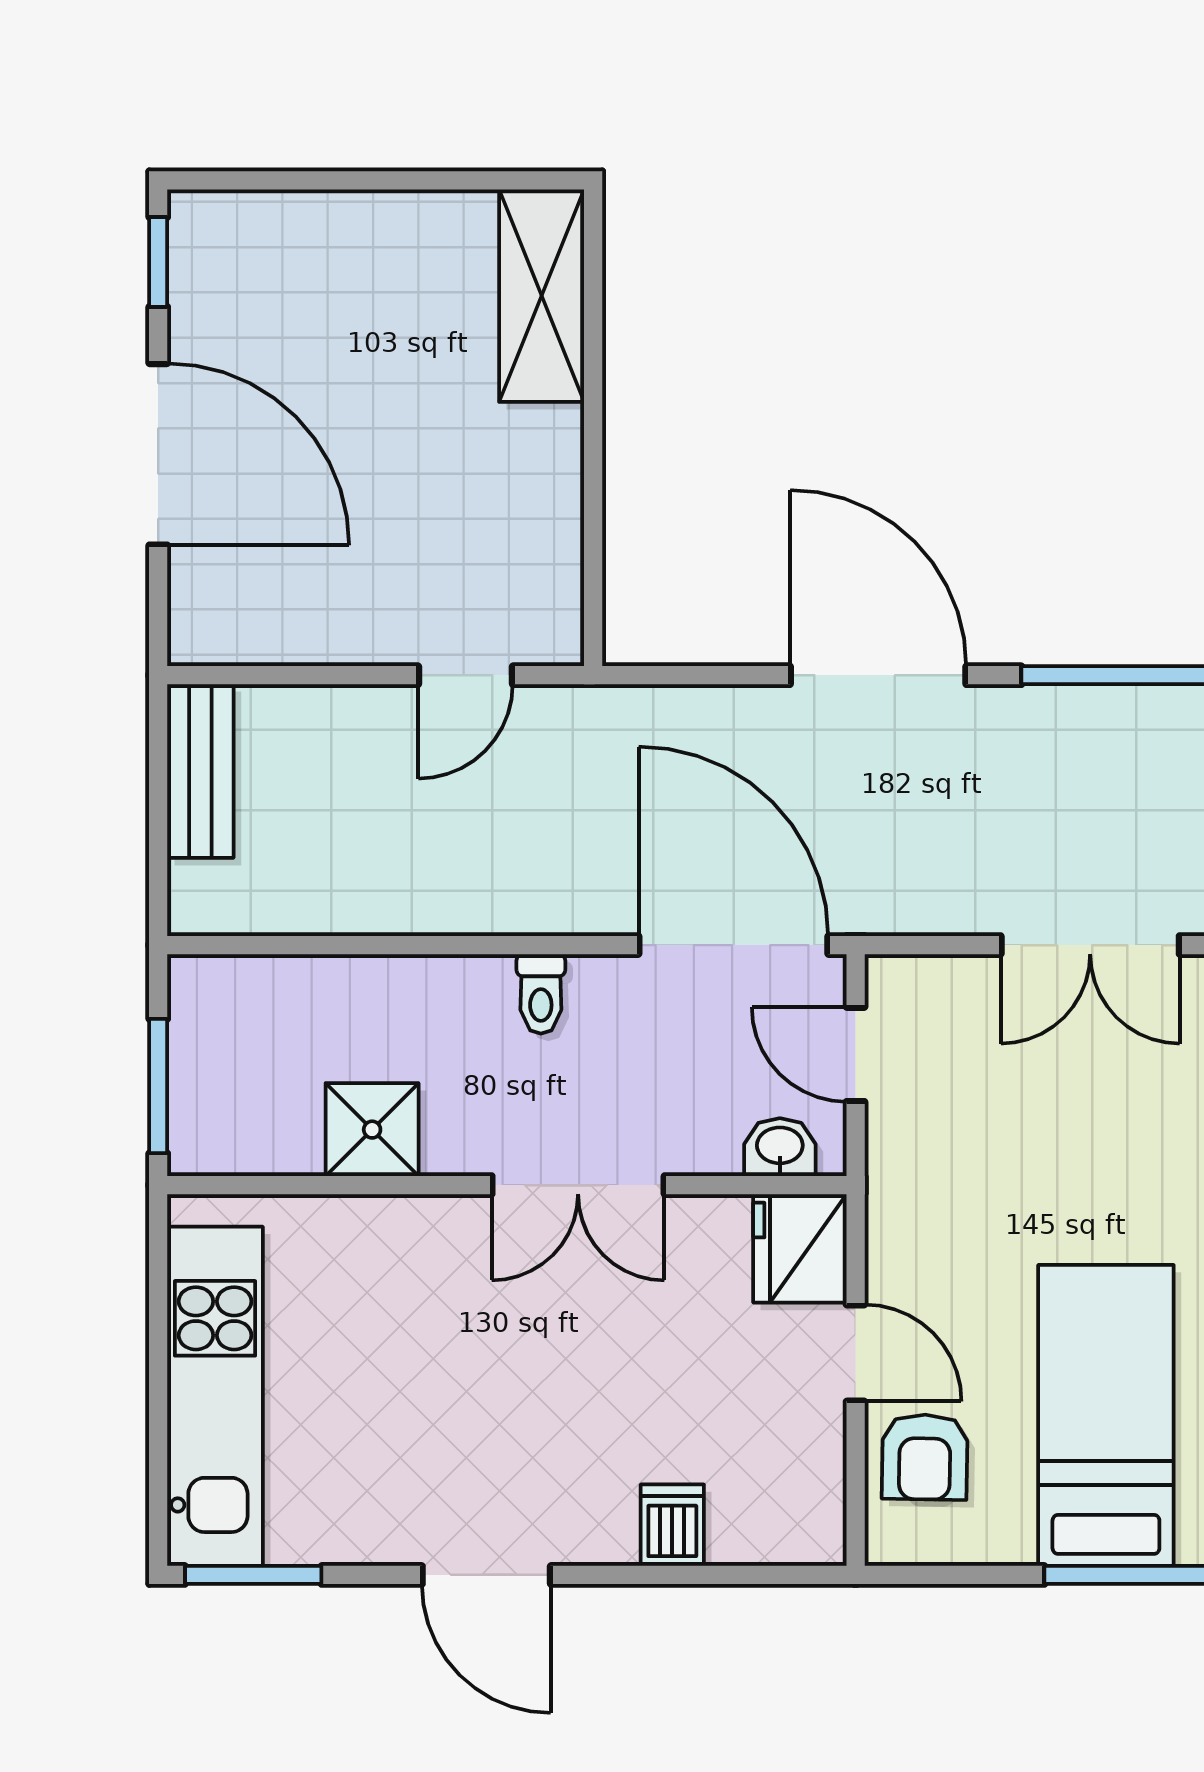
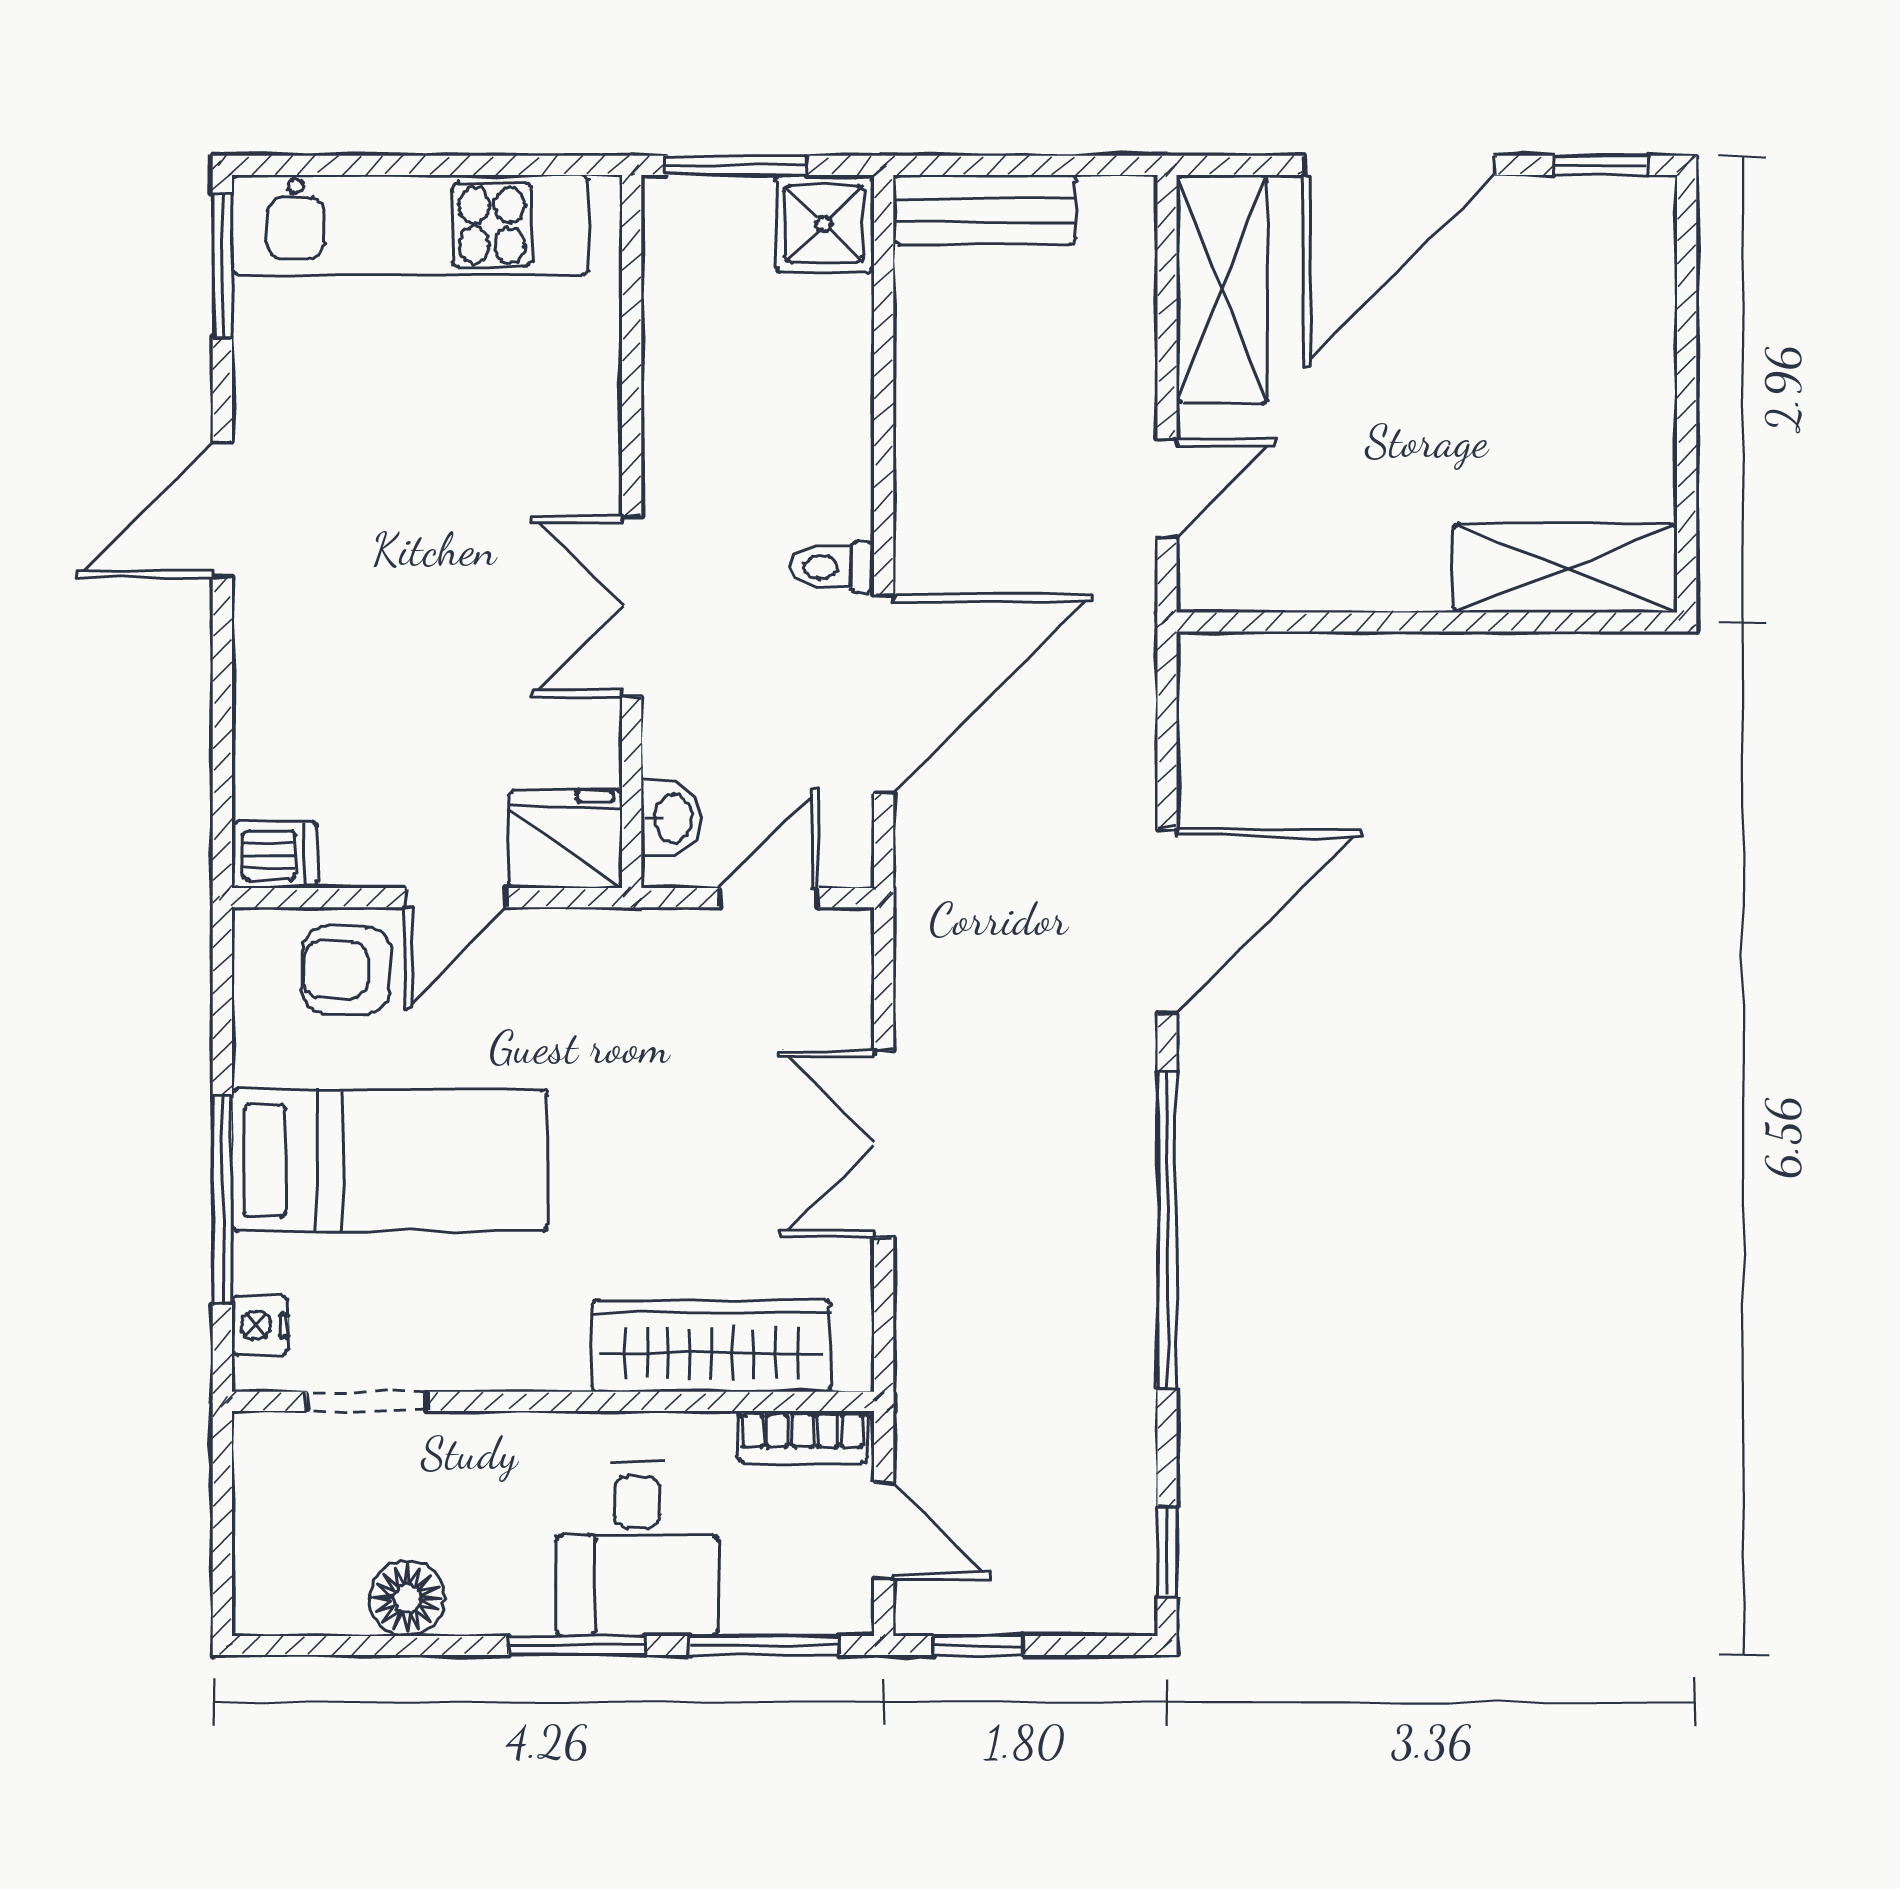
shelving: (276, 623) -> (1222, 289), added
door: (466, 675) -> (1167, 488), swing flipped
bench: (200, 771) -> (984, 210), moved
door: (733, 945) -> (884, 694), moved
shower: (372, 1130) -> (824, 224), moved
dishwasher: (672, 1525) -> (275, 855), moved

